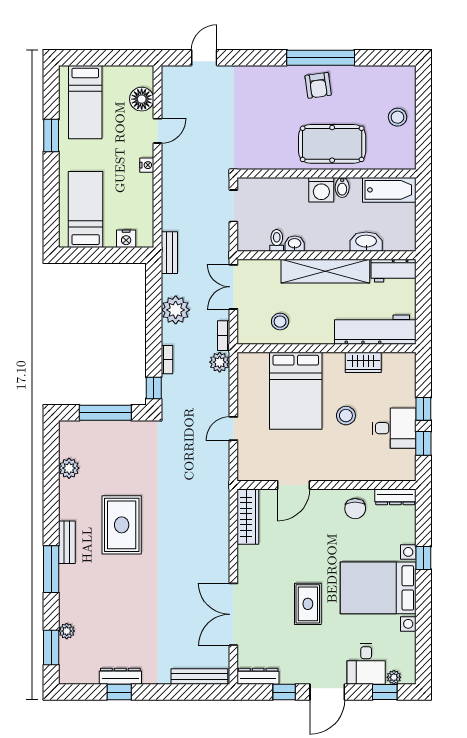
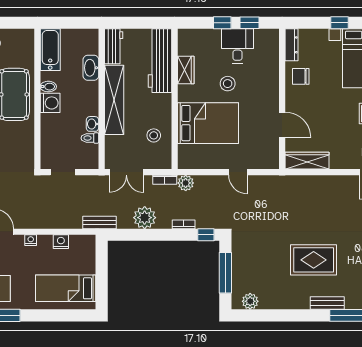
nightstand: (126, 239) -> (61, 242), moved, turned -90
plant: (69, 468) -> (250, 301), moved
chair: (355, 509) -> (301, 76), turned 180

